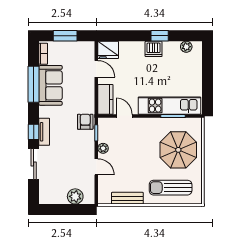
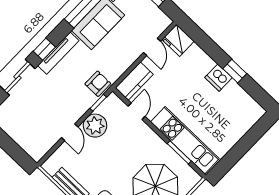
plant: (186, 47) -> (249, 103), removed
tv unit: (44, 132) -> (58, 53), width x1.41
plant: (103, 148) -> (95, 126), width x1.88, depth x1.88
plant: (75, 196) -> (26, 140), removed

